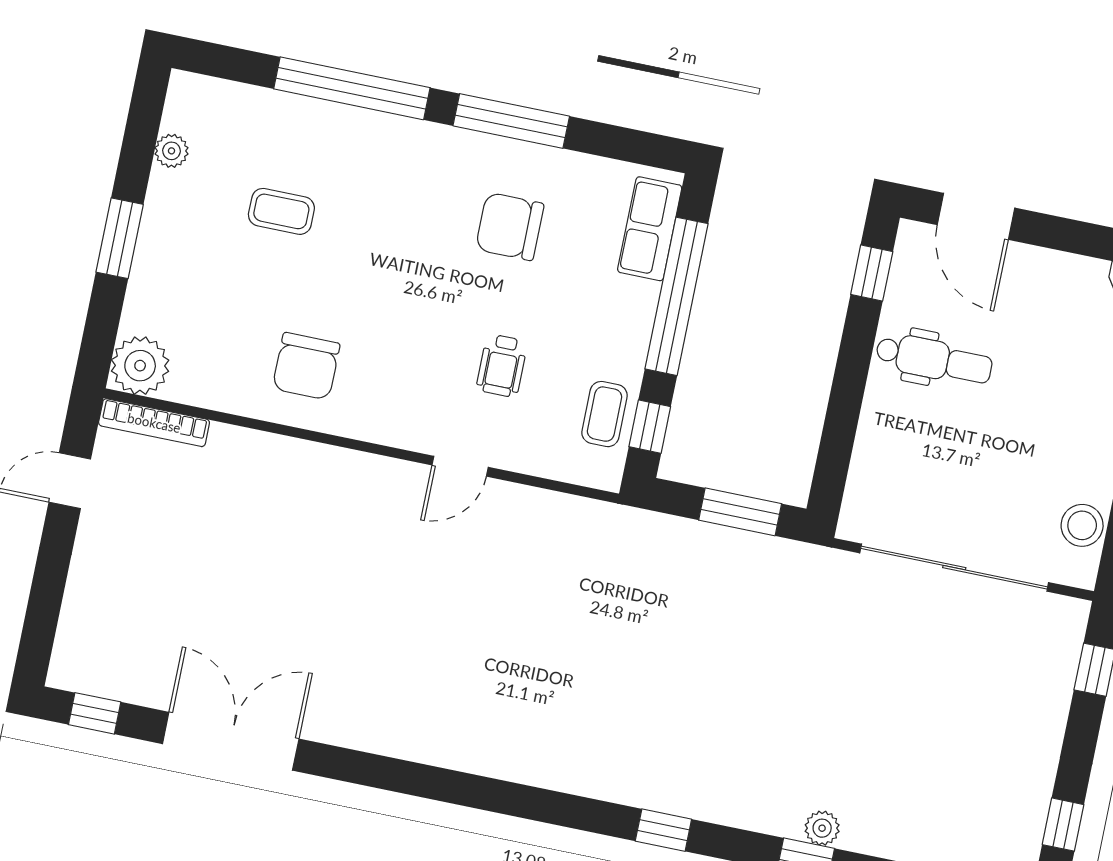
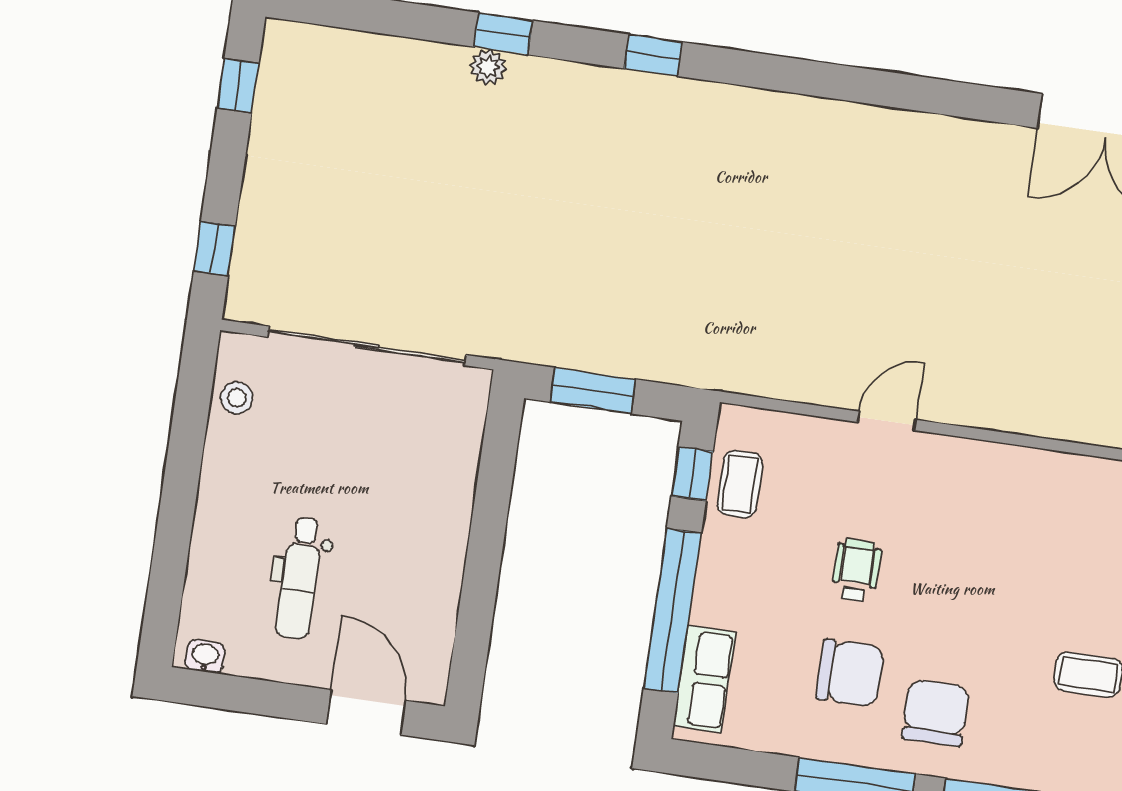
window: (872, 273) -> (471, 647), removed
dental chair: (934, 360) -> (300, 578), moved, turned -90
chair: (306, 366) -> (936, 713), moved
wheelchair: (502, 366) -> (856, 570), moved
stool: (1082, 525) -> (237, 398), width x0.73, depth x0.73

